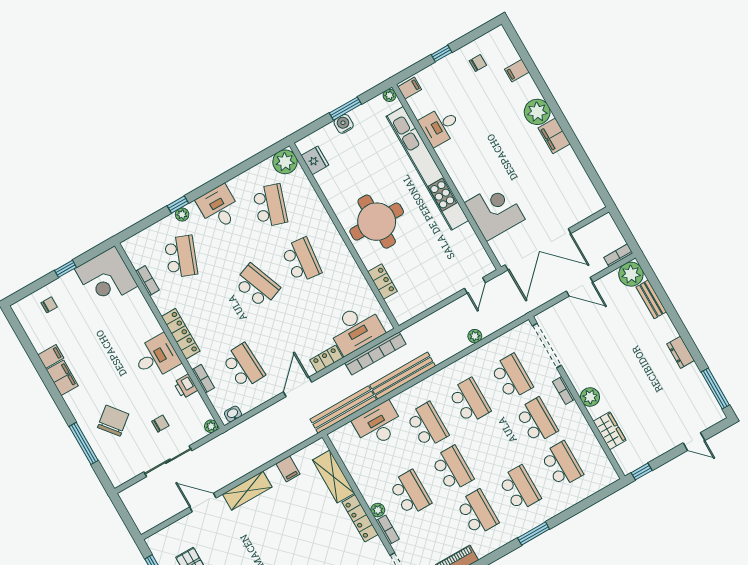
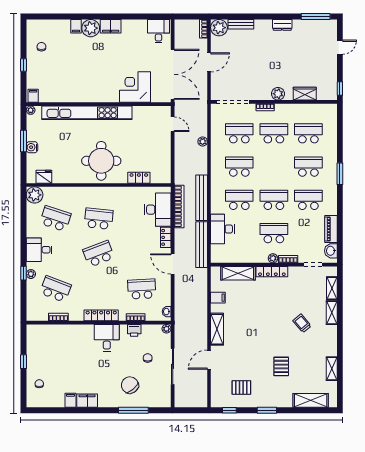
filing cabinet: (517, 71) -> (76, 26), moved
desk: (440, 126) -> (158, 31), moved, turned 180
corner desk: (106, 277) -> (42, 340), removed

